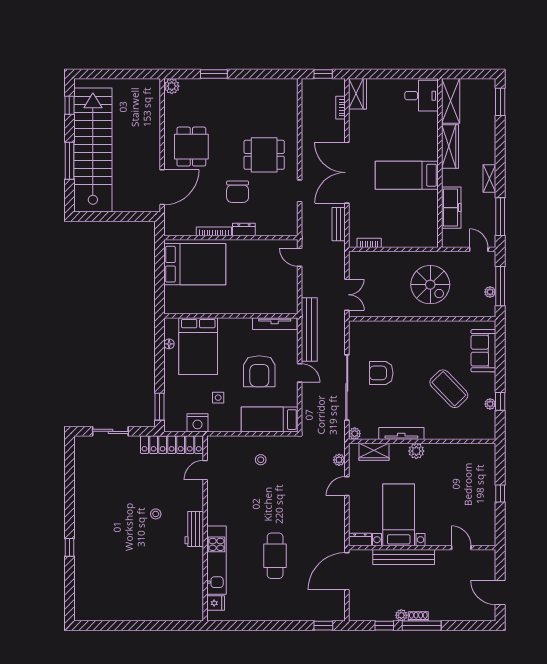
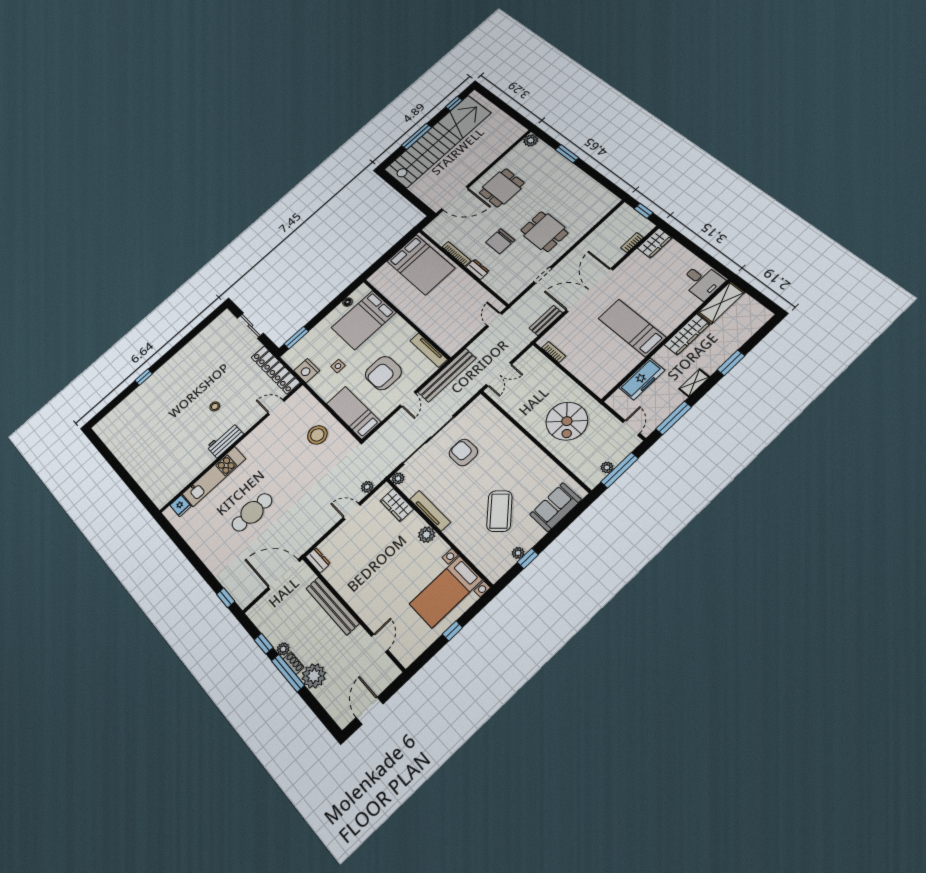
window: (500, 102) -> (731, 363), moved
stool: (261, 460) -> (317, 435), width x1.89, depth x1.89
bed with nightstands: (399, 515) -> (446, 592), moved, turned 180
plant: (441, 610) -> (314, 676), added

